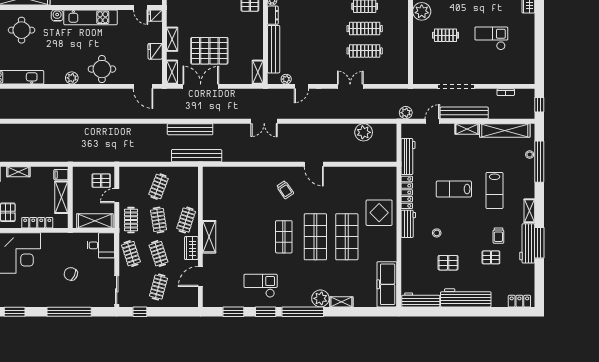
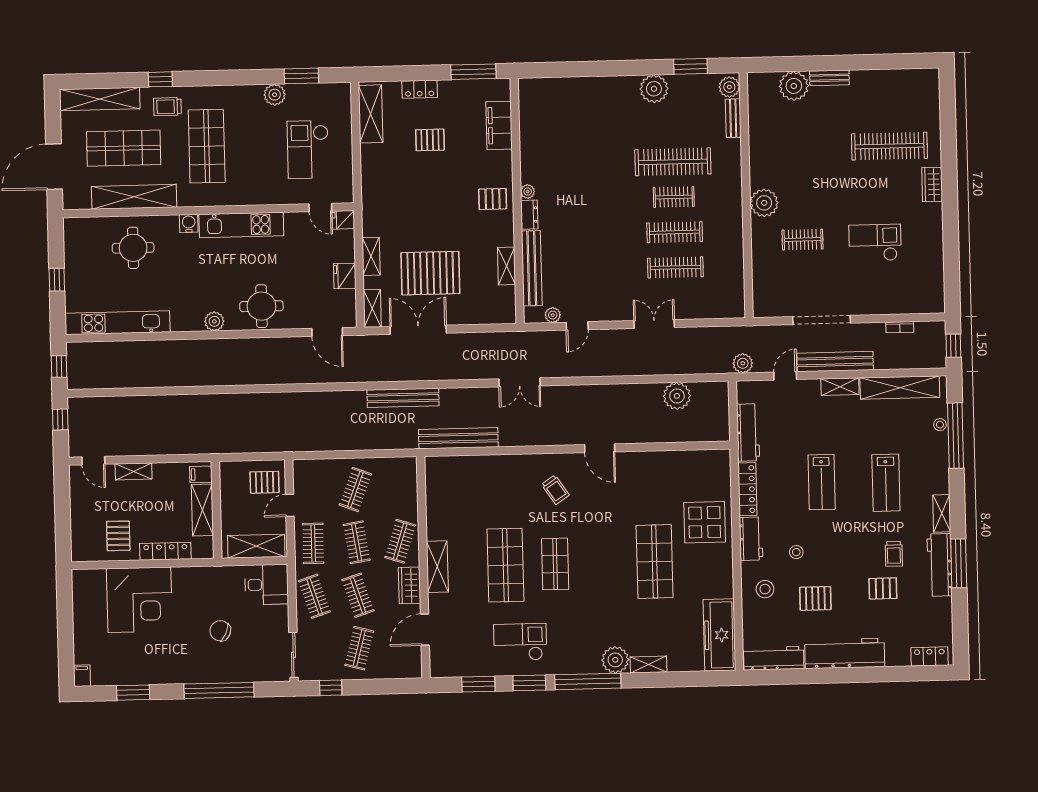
shelving: (258, 72) -> (506, 266), moved
bench: (197, 156) -> (458, 438), moved
lab bench: (454, 189) -> (822, 482), turned -90
shop shelf: (315, 237) -> (505, 565), moved
stool: (416, 256) -> (765, 589), added

